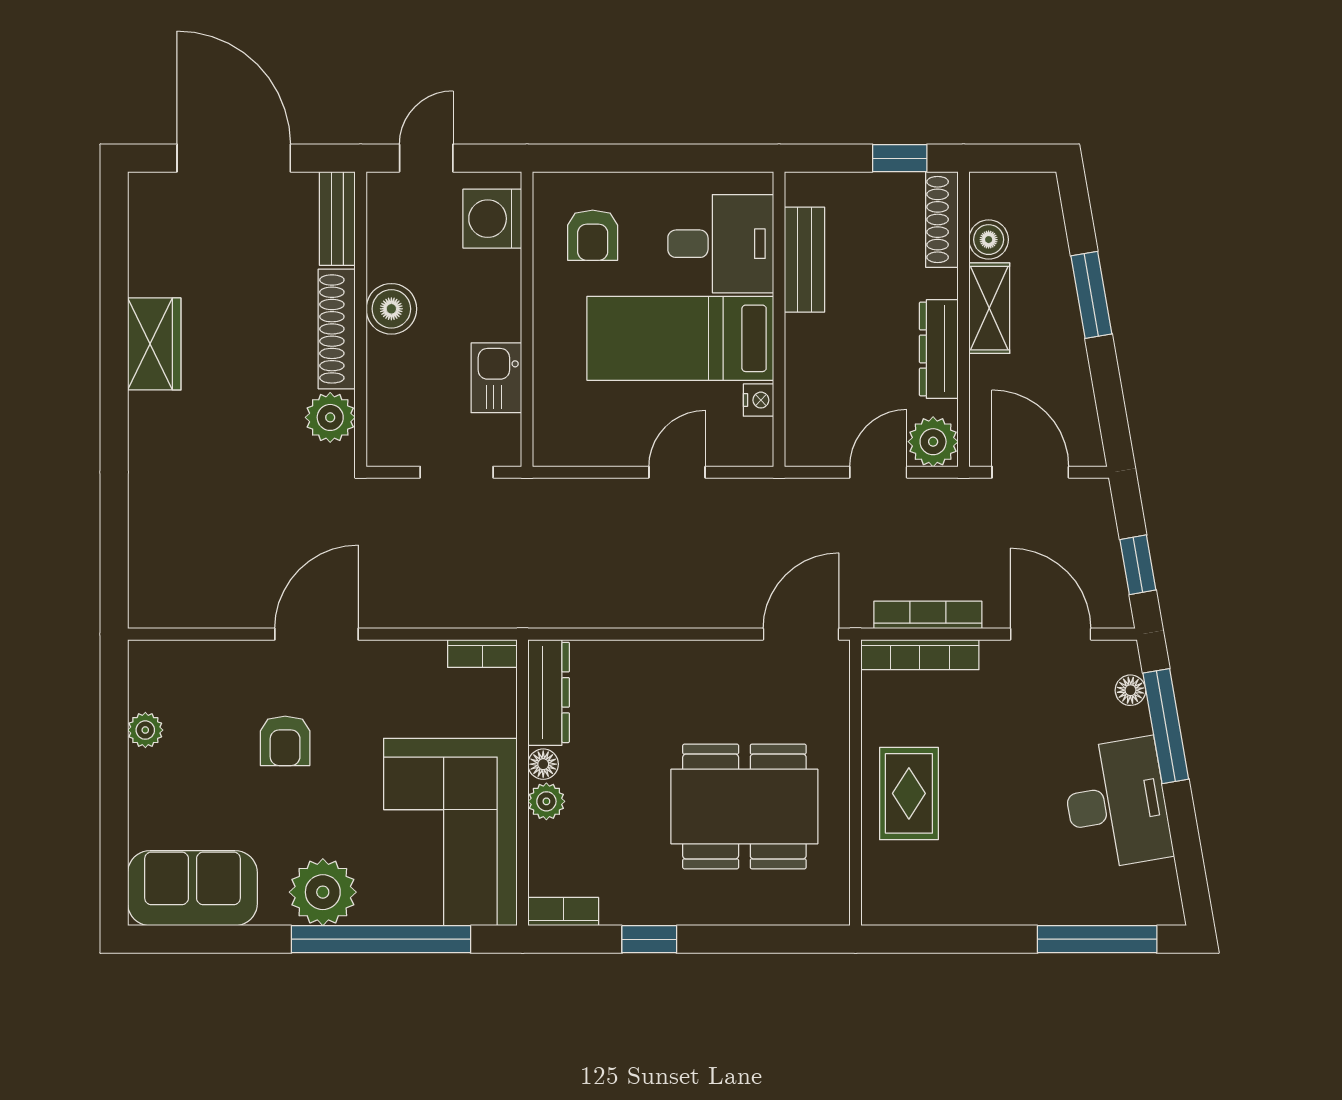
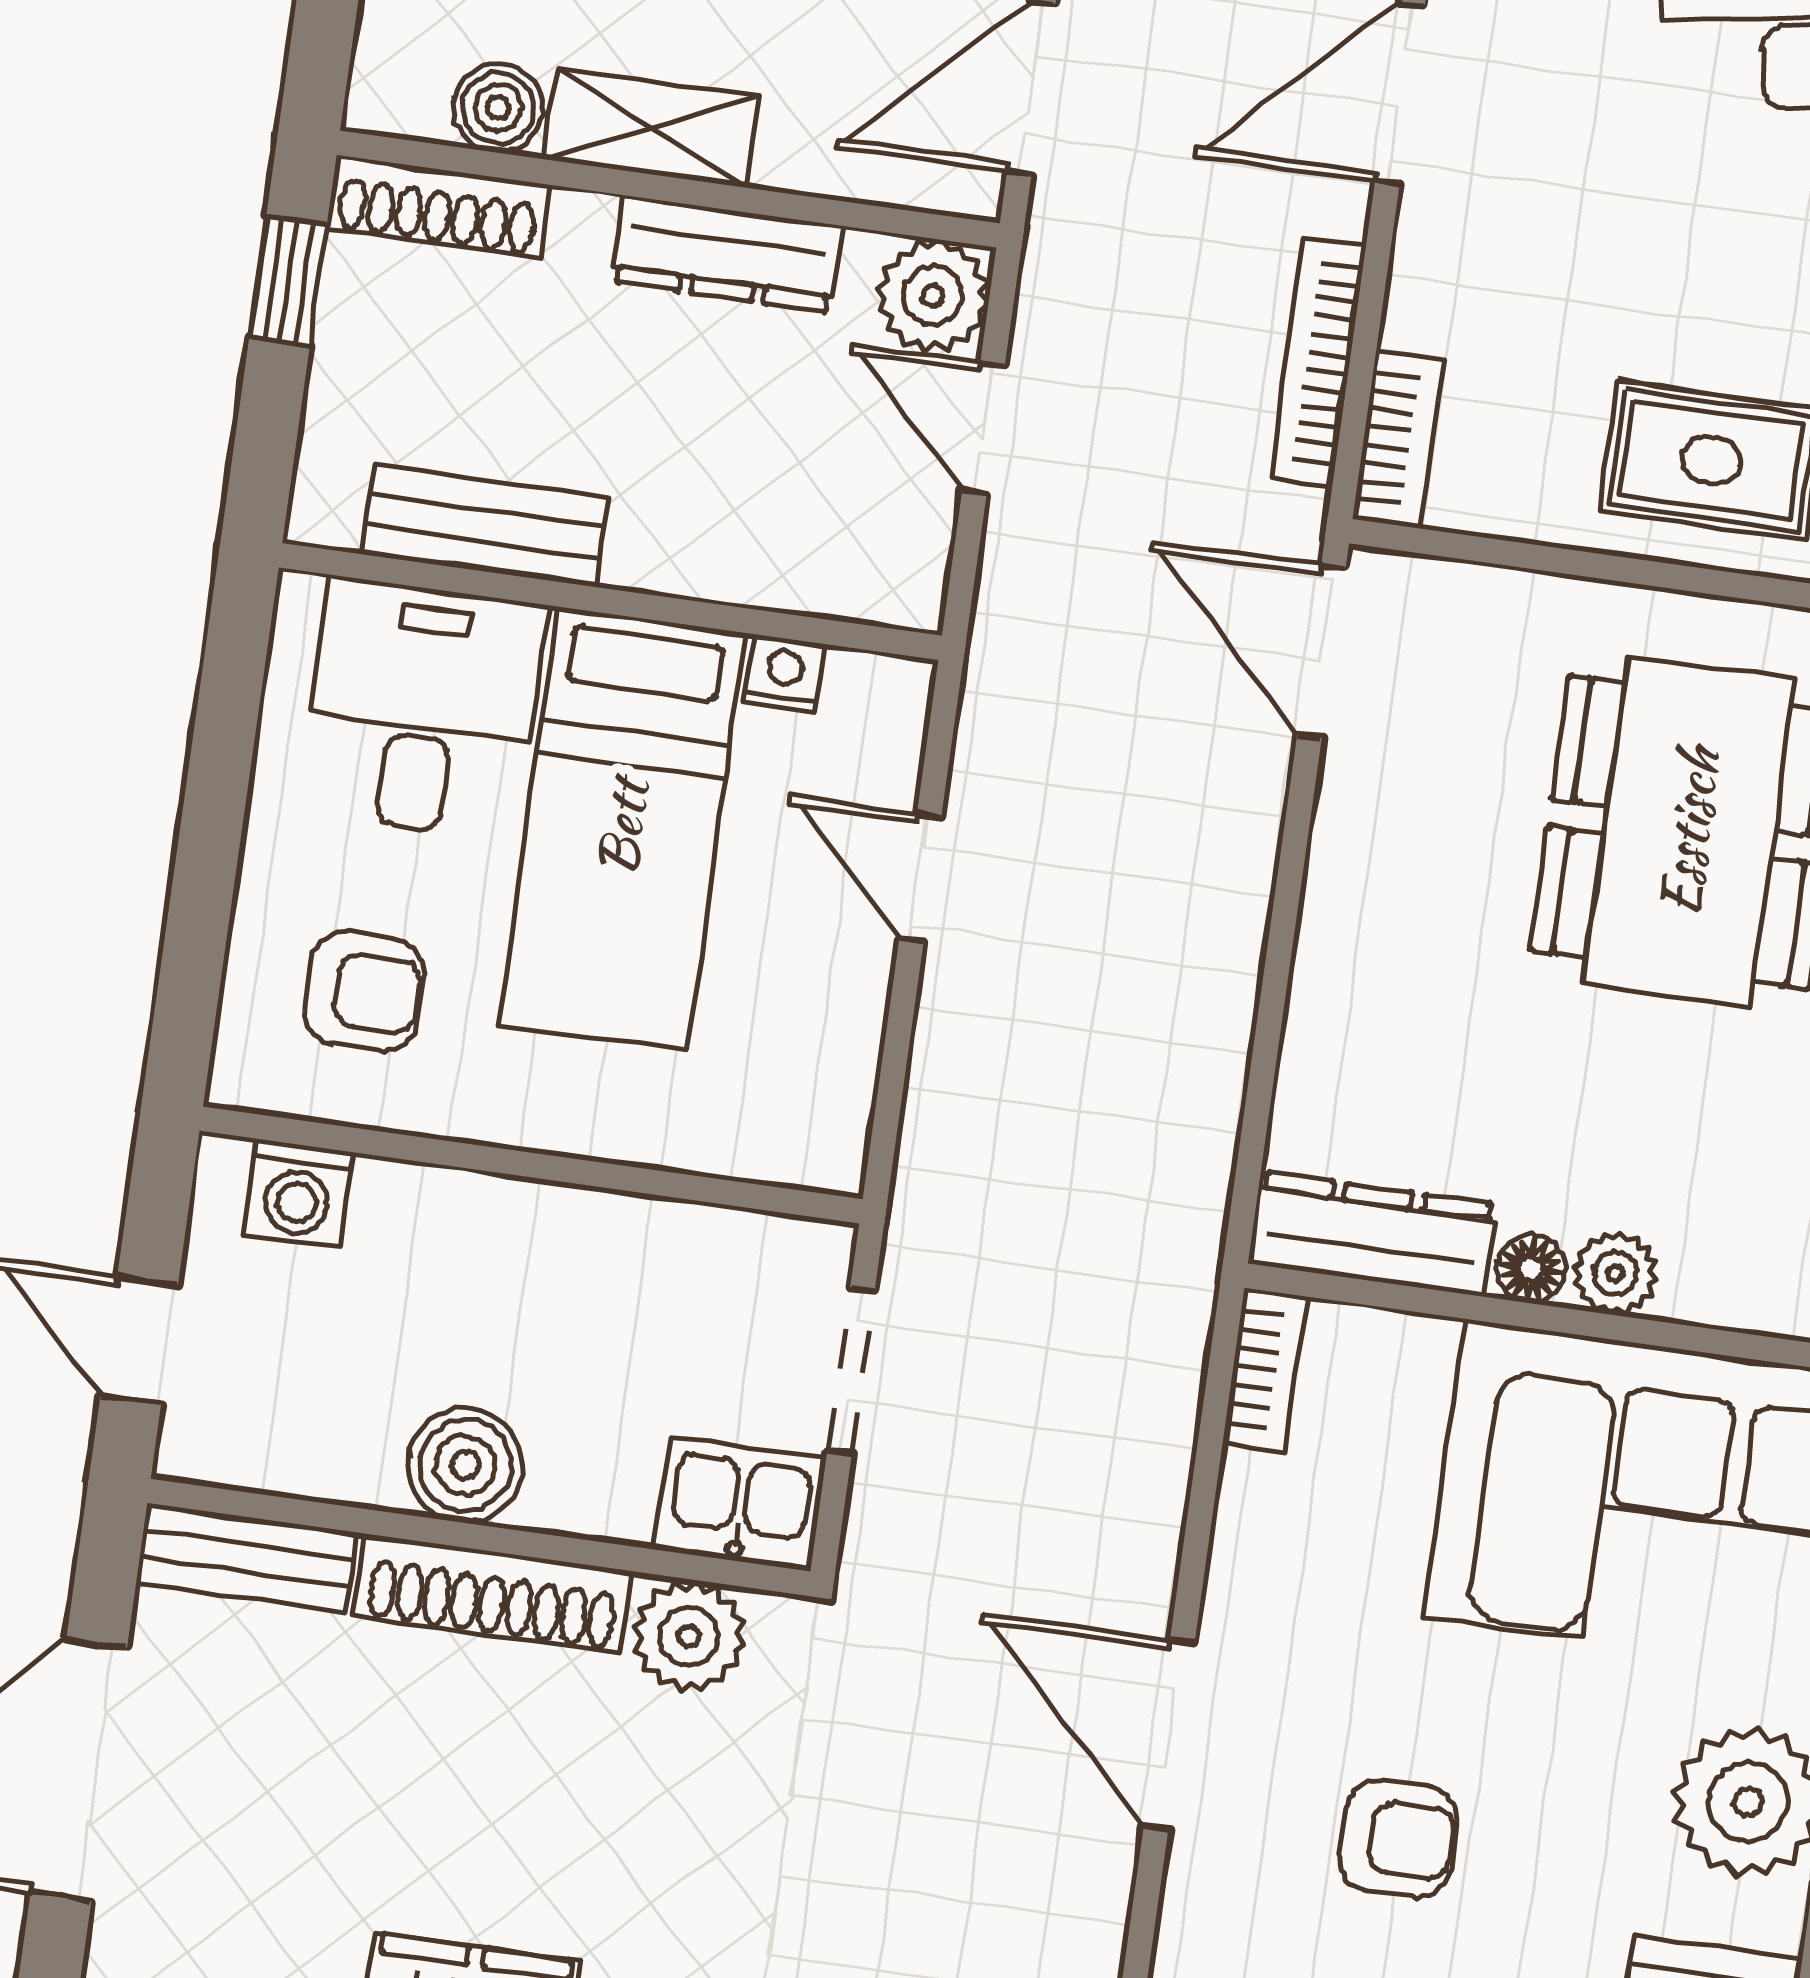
washing machine: (492, 219) -> (298, 1193), width x0.73, depth x0.73
kitchen sink: (496, 378) -> (740, 1504), moved, turned 180
bookcase: (920, 655) -> (1398, 439), width x0.64

